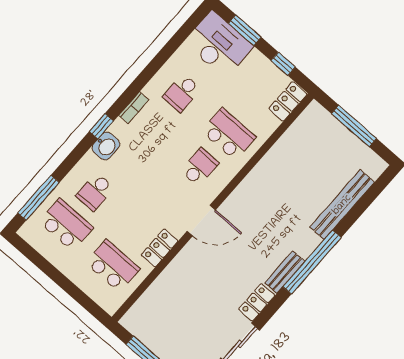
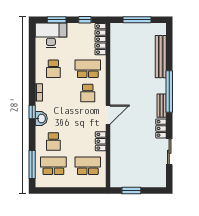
locker: (288, 101) -> (101, 39), width x1.53
school desk: (200, 167) -> (88, 93), turned 180

